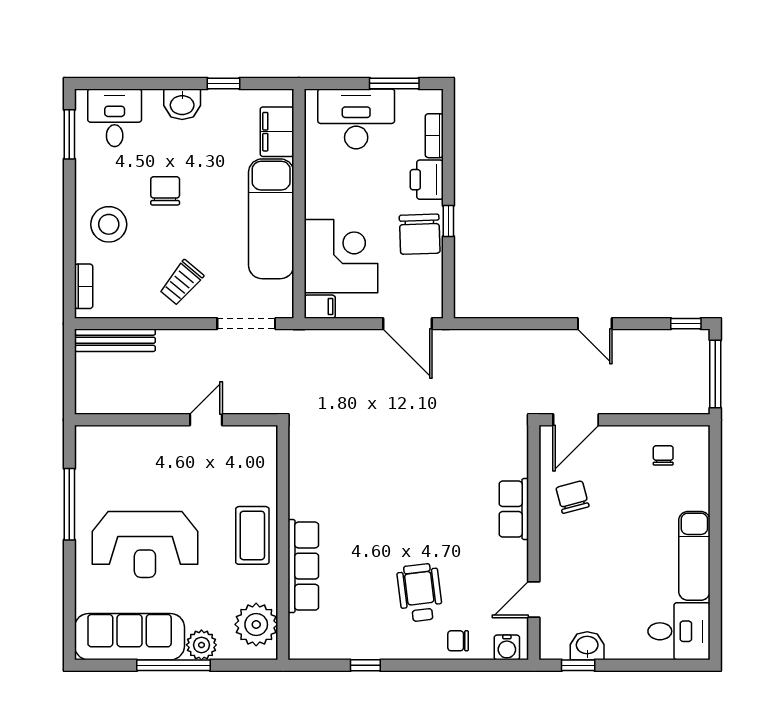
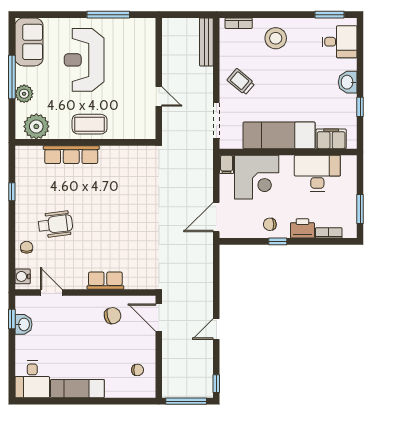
desk: (356, 119) -> (317, 173), moved, turned -90
chair: (165, 191) -> (296, 72), removed
chair: (420, 234) -> (270, 224), width x0.54, depth x0.54
sofa: (130, 637) -> (29, 42), width x0.73

